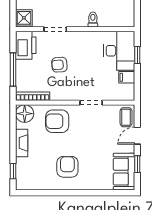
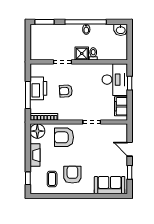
shower: (24, 18) -> (82, 54), moved
printer: (26, 45) -> (38, 88), moved
filing cabinet: (127, 77) -> (121, 106), width x2.00
coffee table: (126, 117) -> (52, 179), moved
door: (137, 136) -> (130, 149), hinge flipped
sofa: (124, 172) -> (110, 185), moved, turned 90

